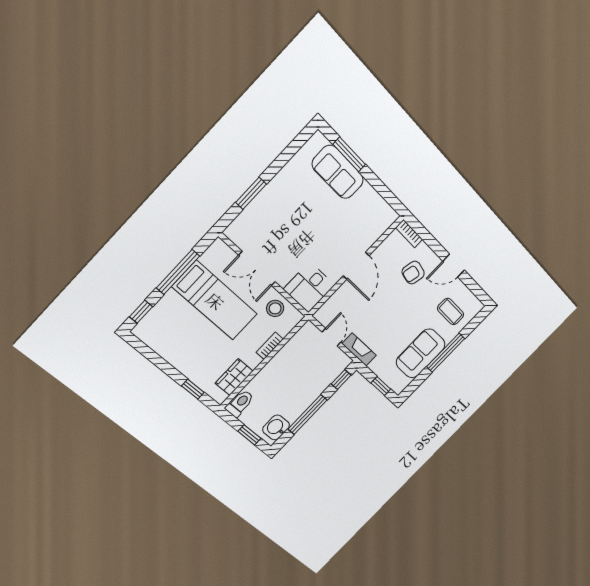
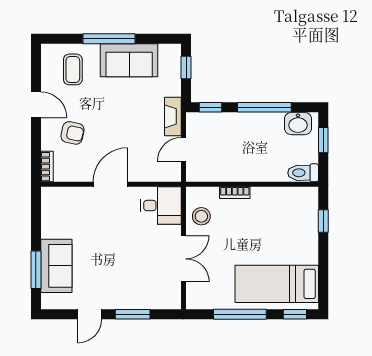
door: (281, 161) -> (90, 314), added
bed: (215, 301) -> (277, 284), moved, turned -90
wardrobe: (234, 377) -> (285, 197), removed

